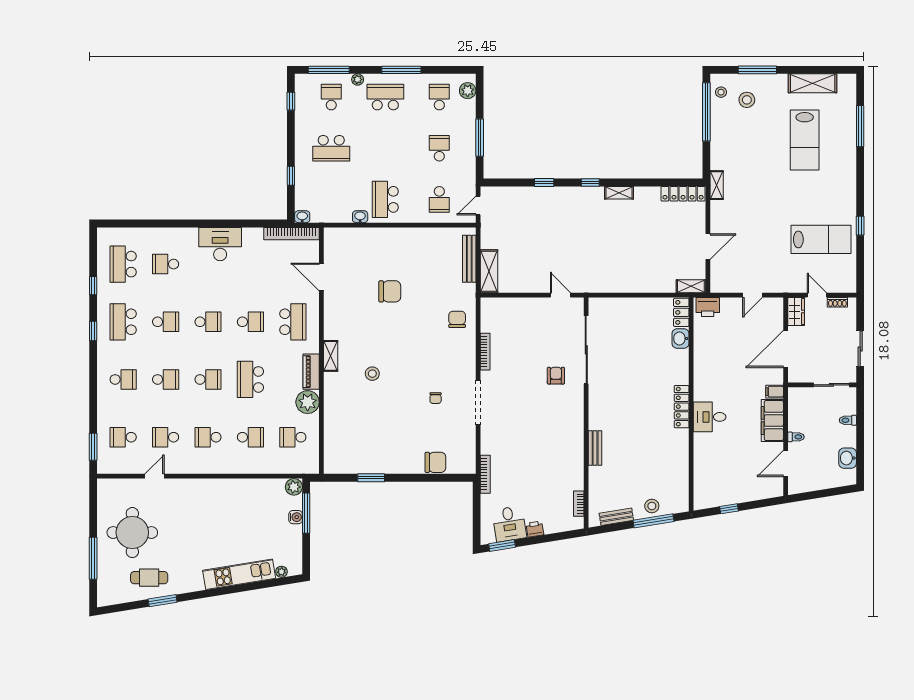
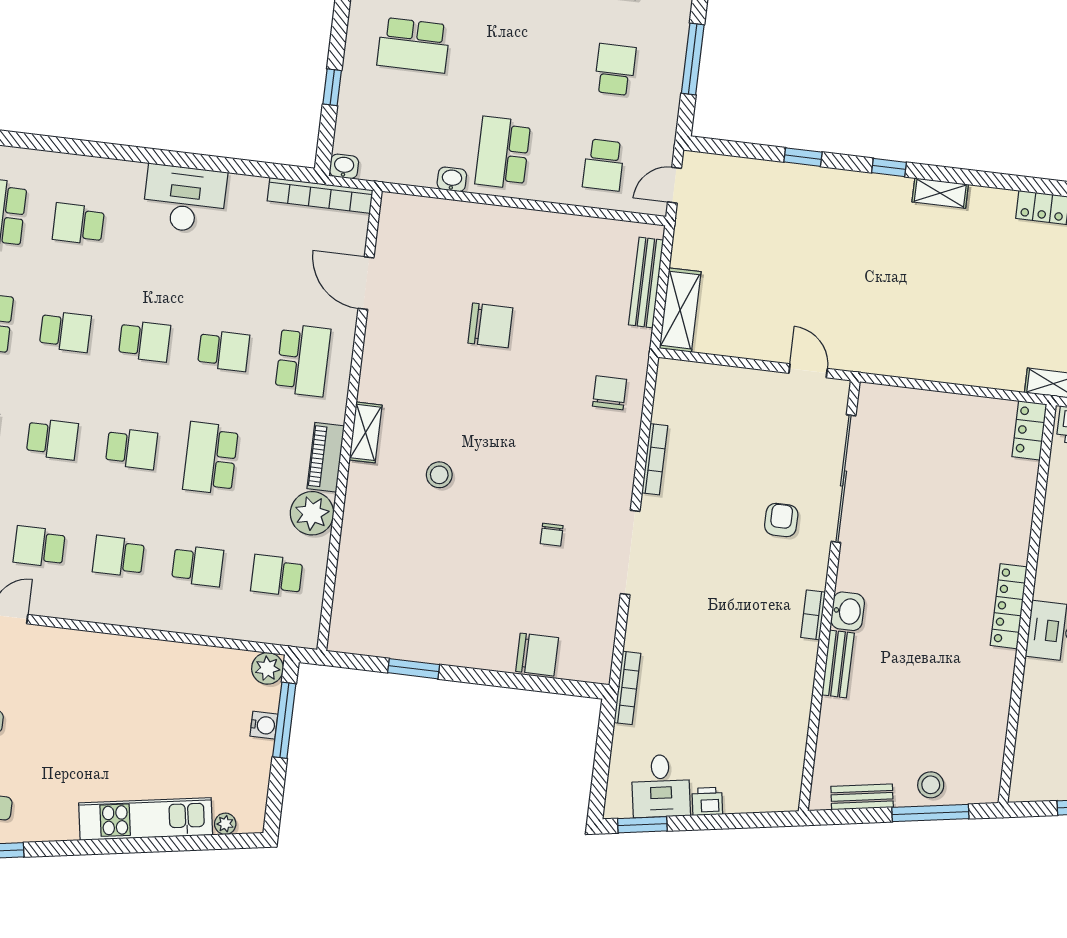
washbasin: (681, 339) -> (848, 611), moved, turned 180
bookcase: (579, 504) -> (813, 615), moved

